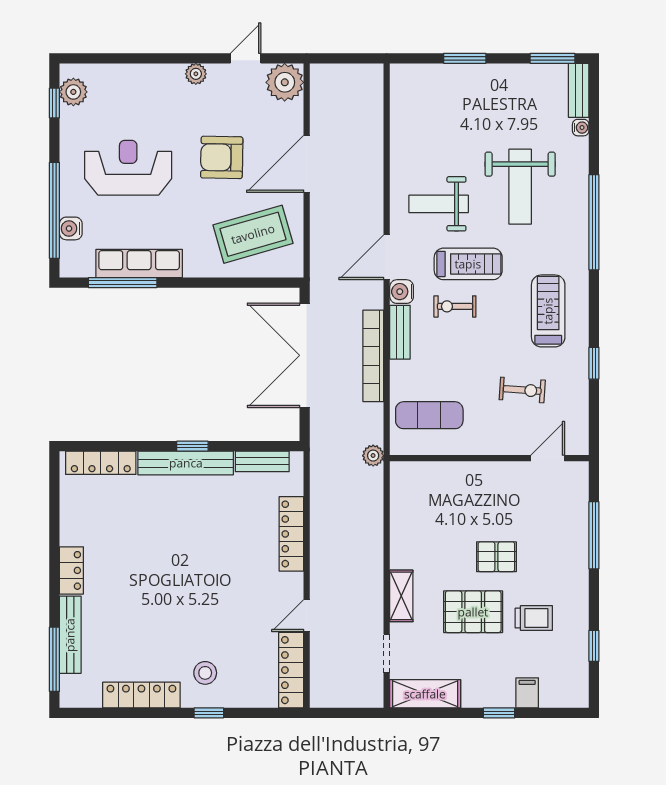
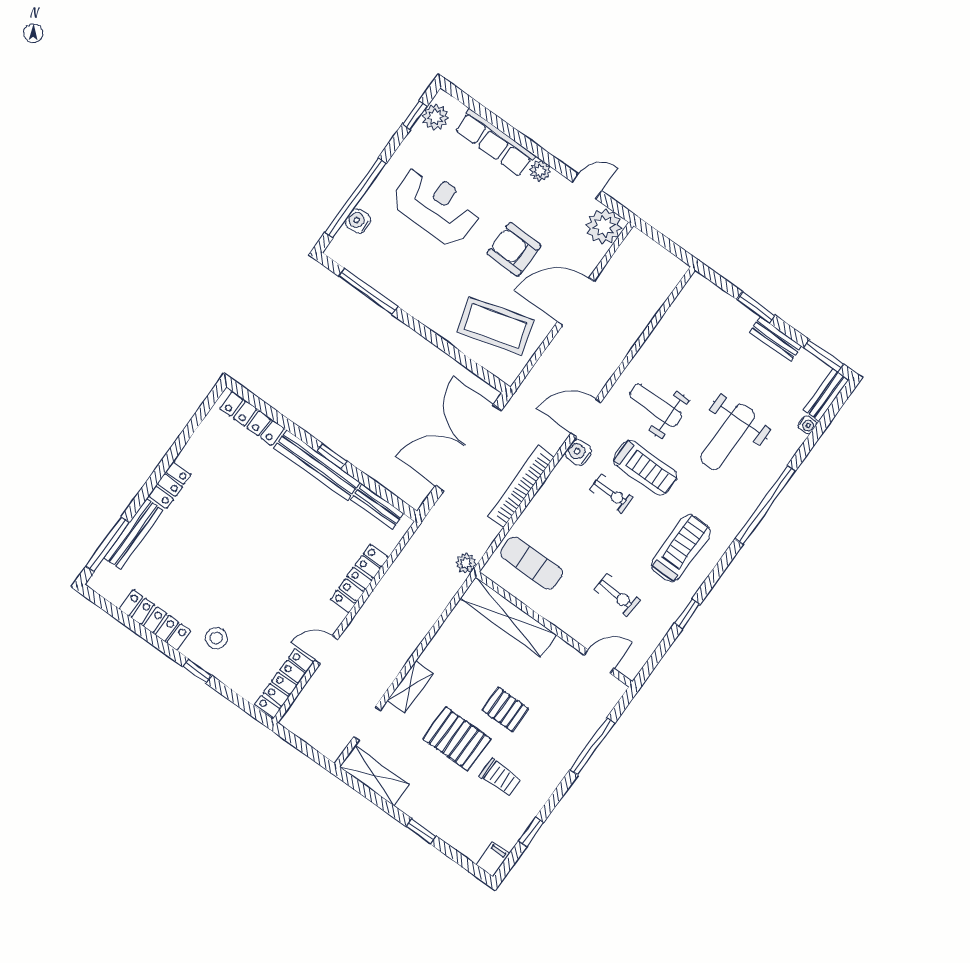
row of seats: (139, 264) -> (495, 143), moved, turned 180
exercise bike: (455, 306) -> (611, 493), turned 180
bench: (400, 332) -> (775, 339), moved, turned 90
shelving: (442, 476) -> (508, 617), added
filing cabinet: (527, 693) -> (493, 859), moved

